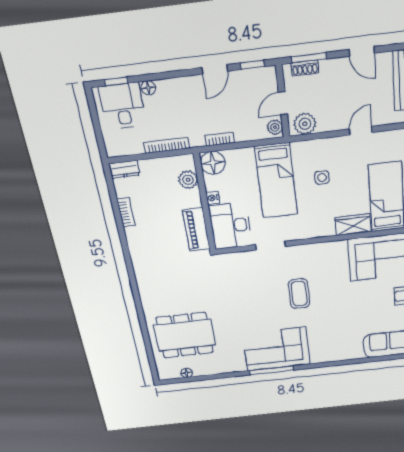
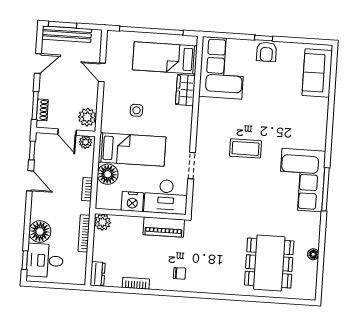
floor lamp: (148, 88) -> (40, 232), width x1.89, depth x1.89
floor lamp: (213, 163) -> (108, 174), moved
plant: (188, 180) -> (103, 222), moved
nightstand: (213, 198) -> (132, 202), width x1.89, depth x1.79
chair: (150, 254) -> (180, 273), added
floor lamp: (187, 373) -> (313, 254), moved

